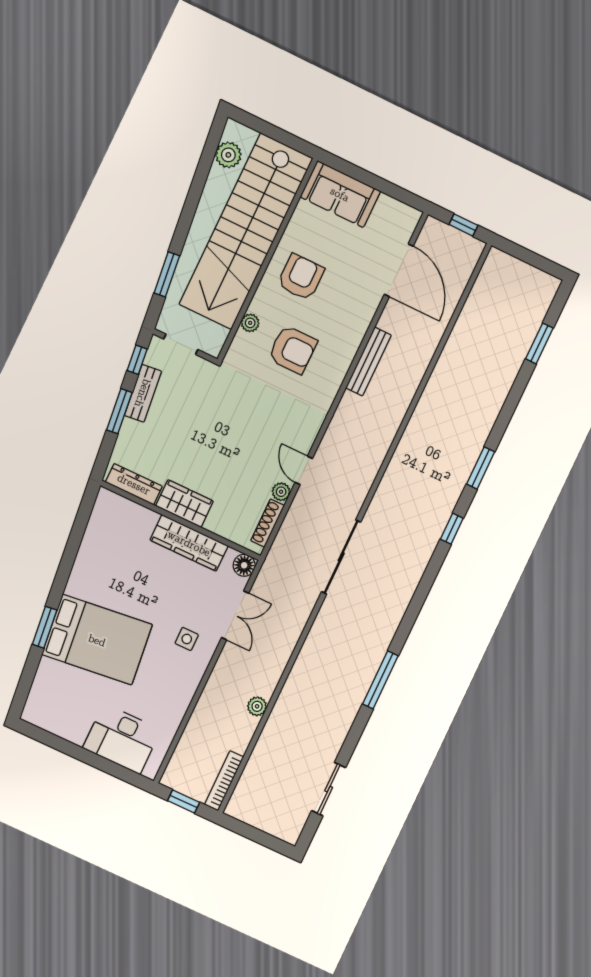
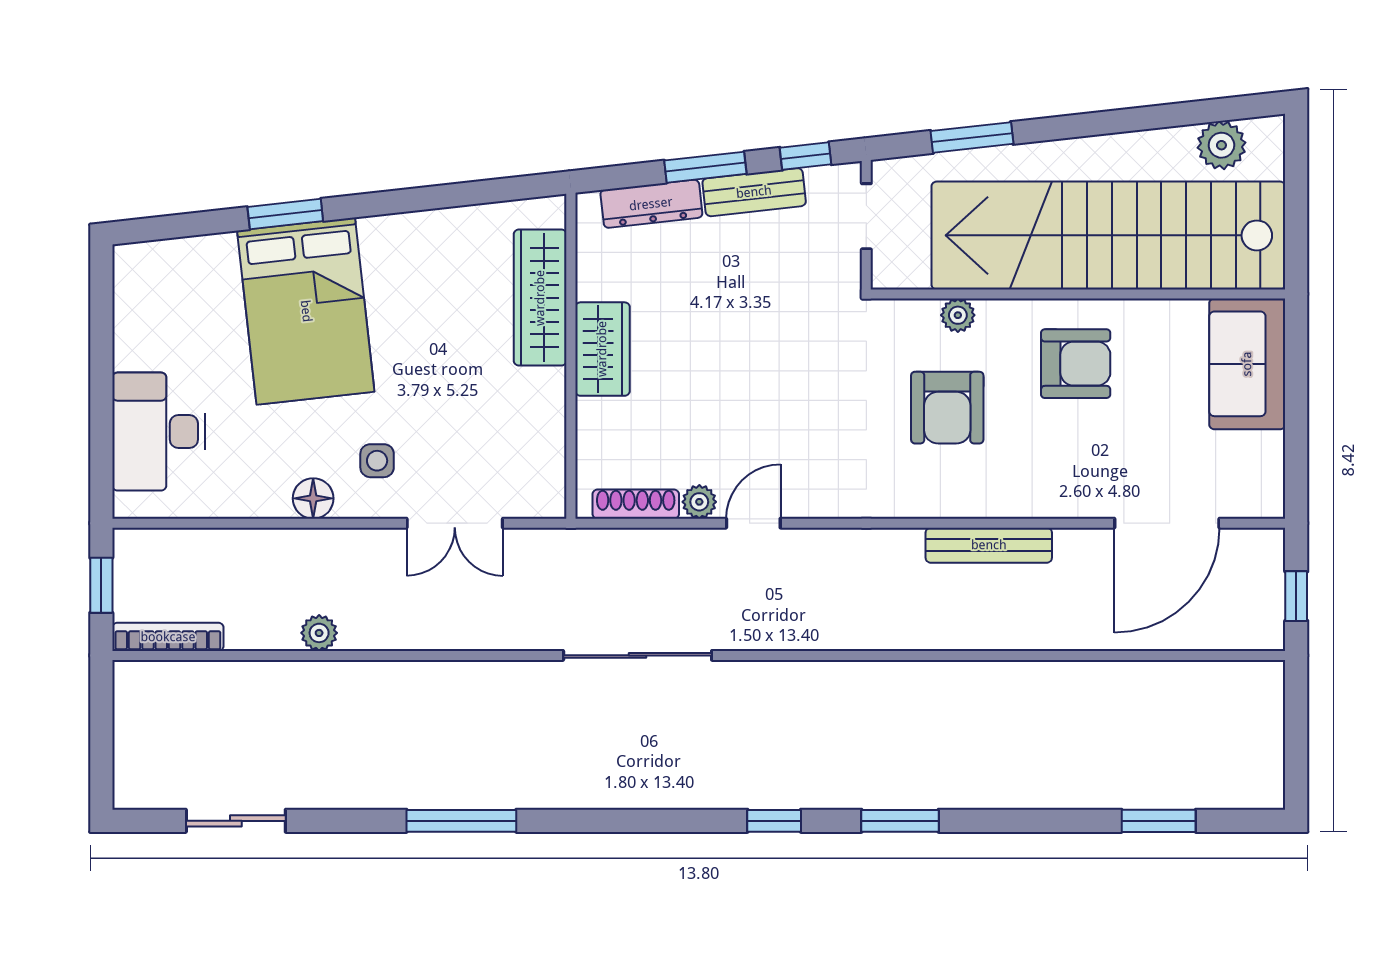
dresser: (134, 484) -> (651, 204), moved, turned 84
wardrobe: (189, 543) -> (540, 298), moved
floor lamp: (244, 565) -> (313, 498), moved

